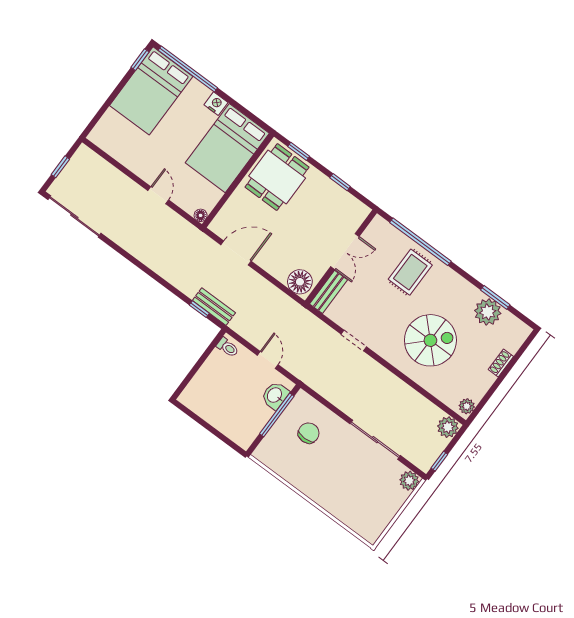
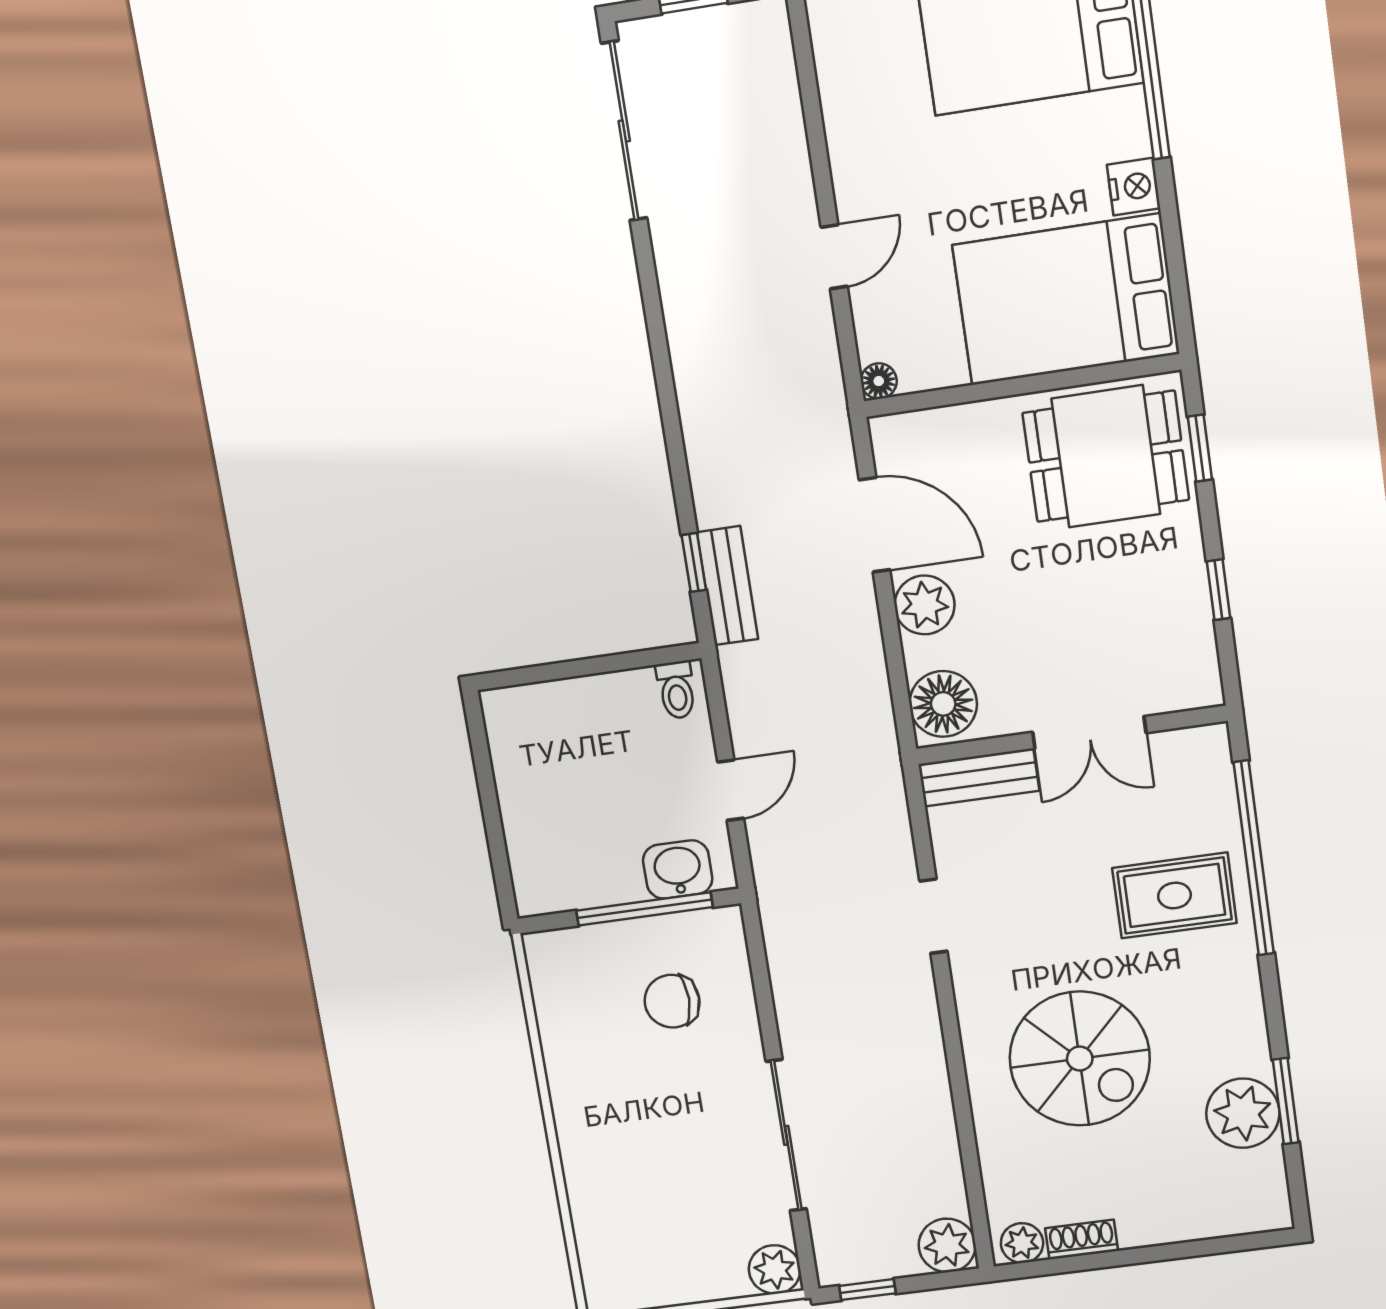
plant: (269, 261) -> (925, 605), added
shoe rack: (501, 363) -> (1082, 1240), moved
chair: (309, 433) -> (672, 1001), turned 180

